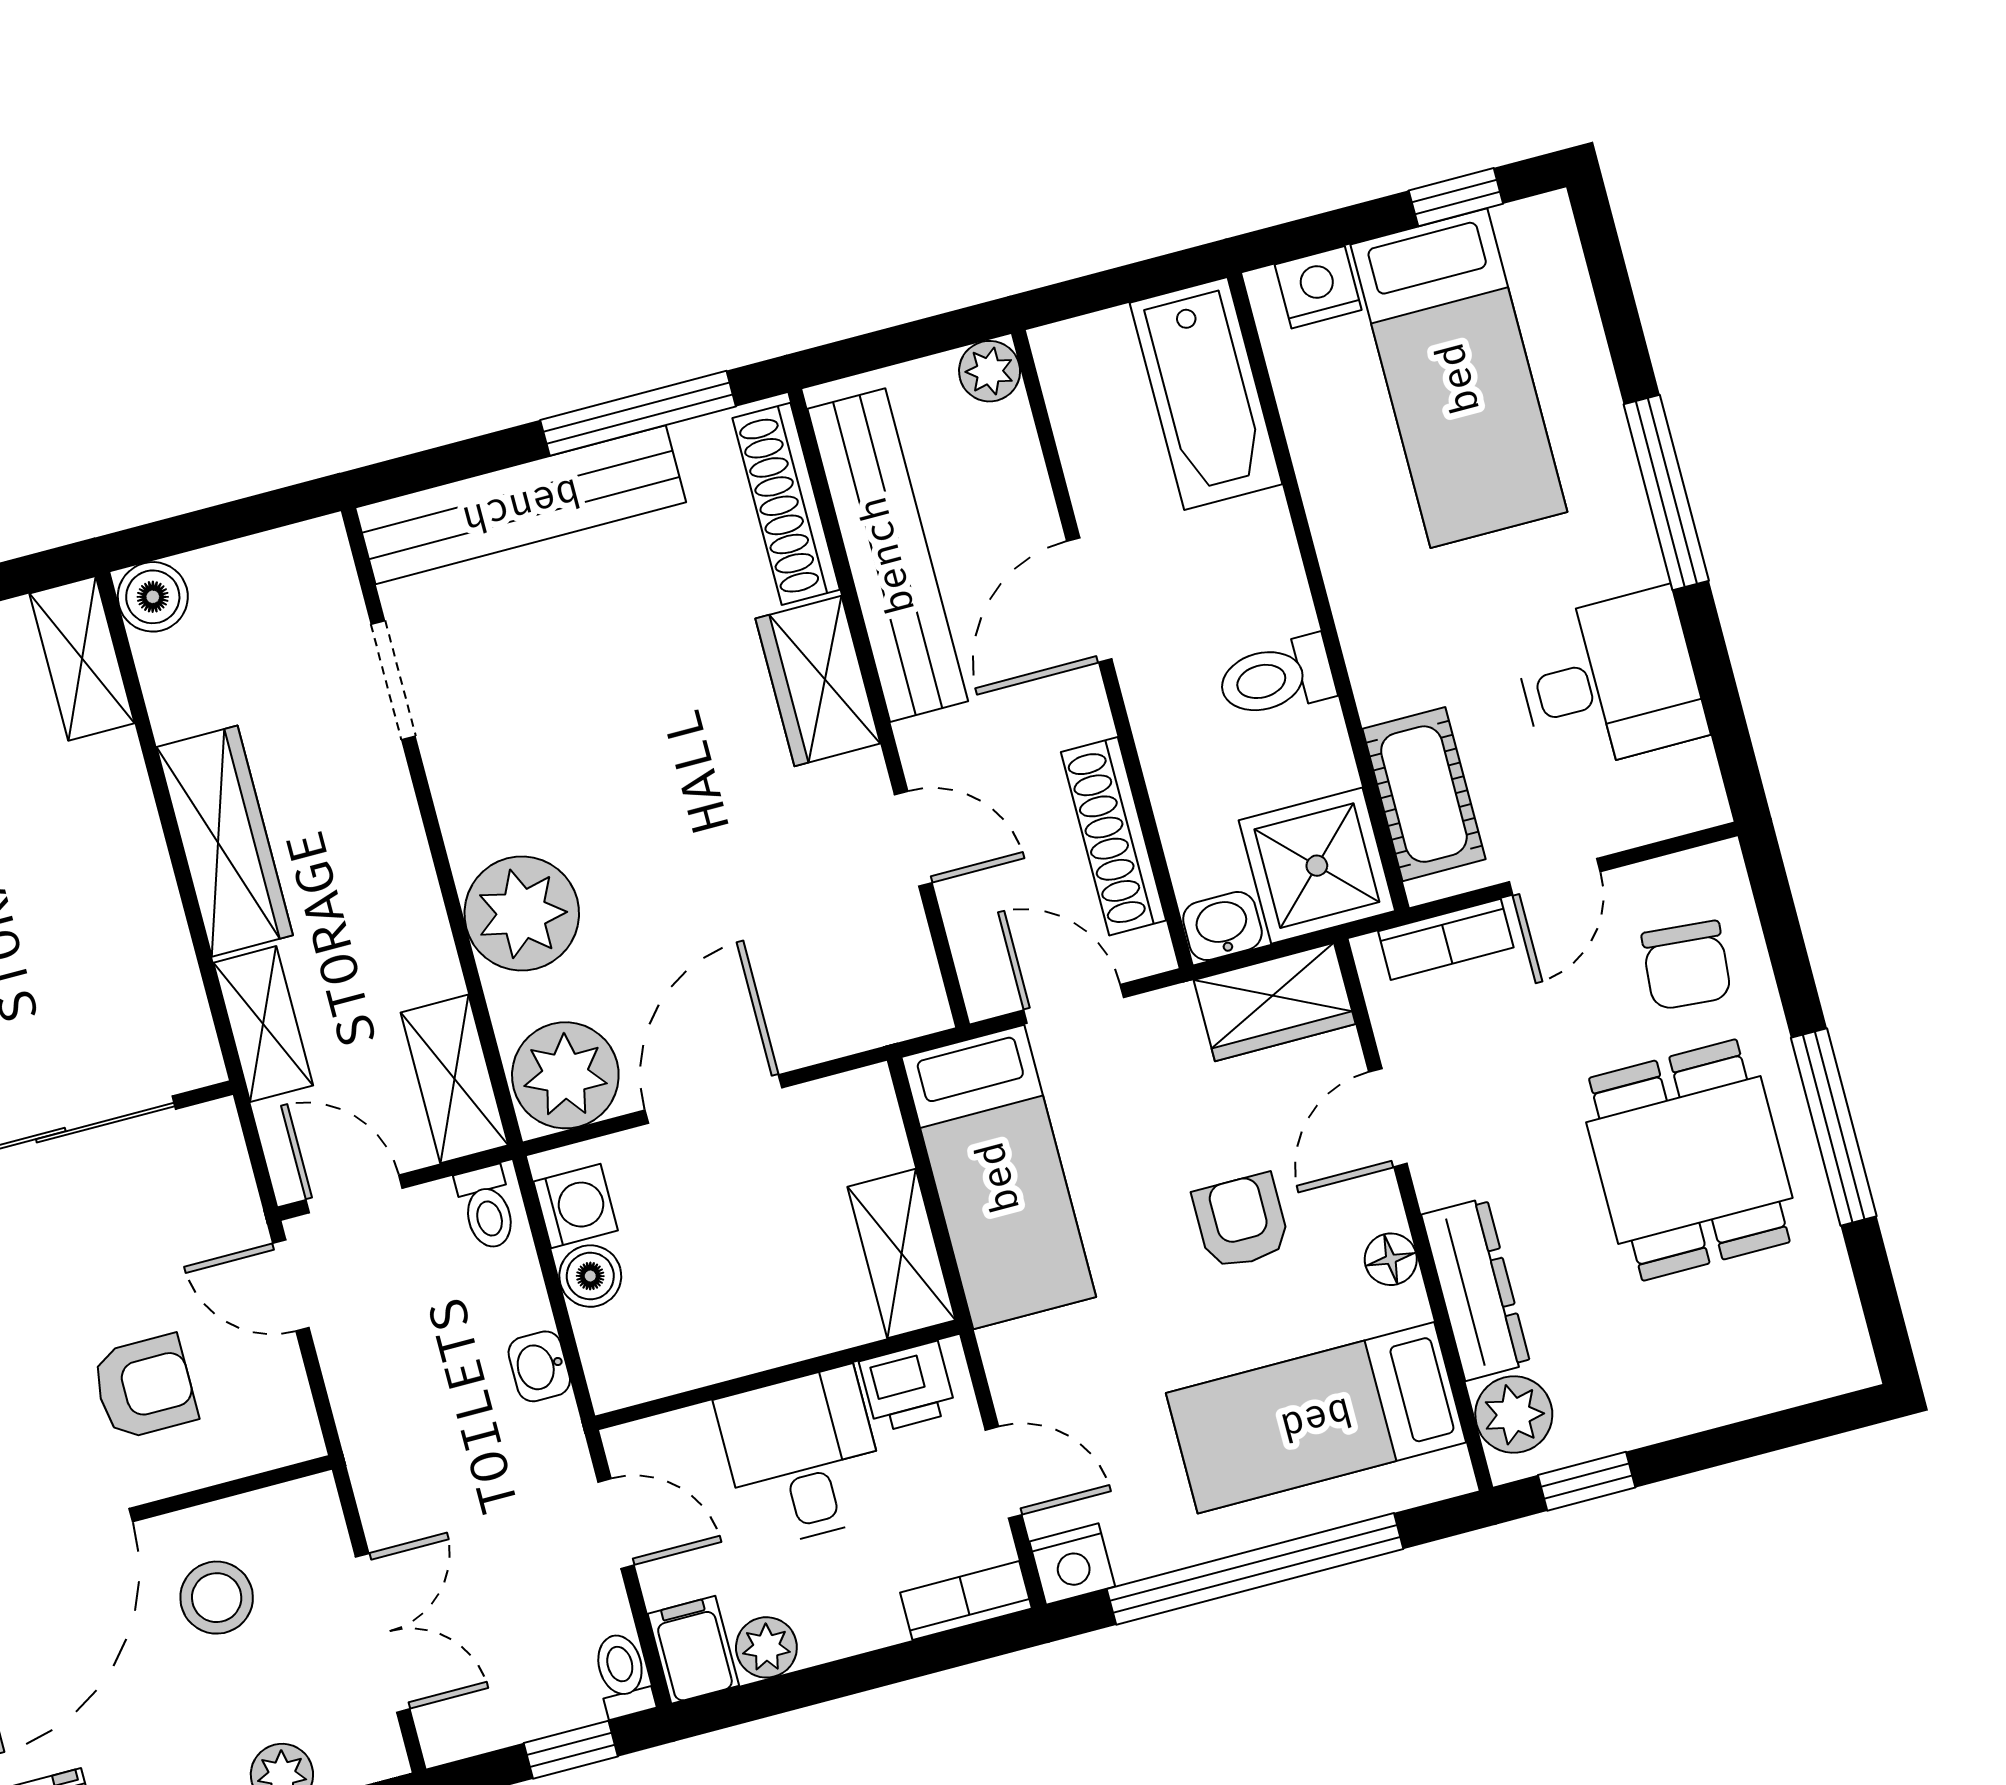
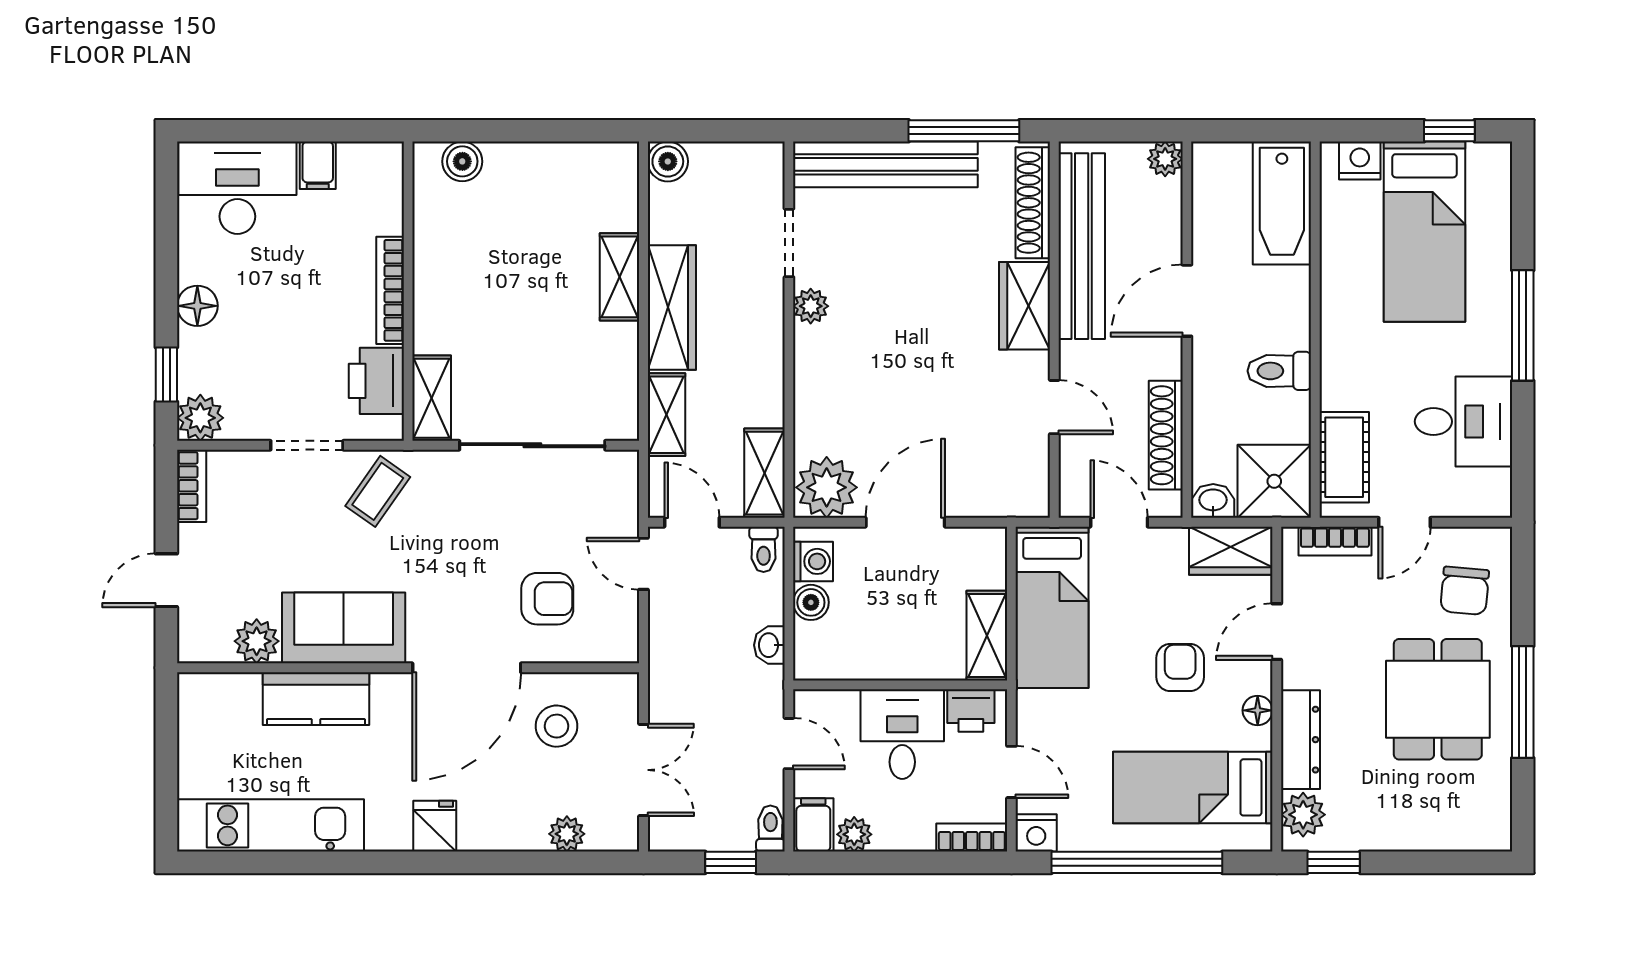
shelving: (82, 658) -> (620, 277), moved
plant: (522, 914) -> (811, 306), moved, width x0.53, depth x0.53

